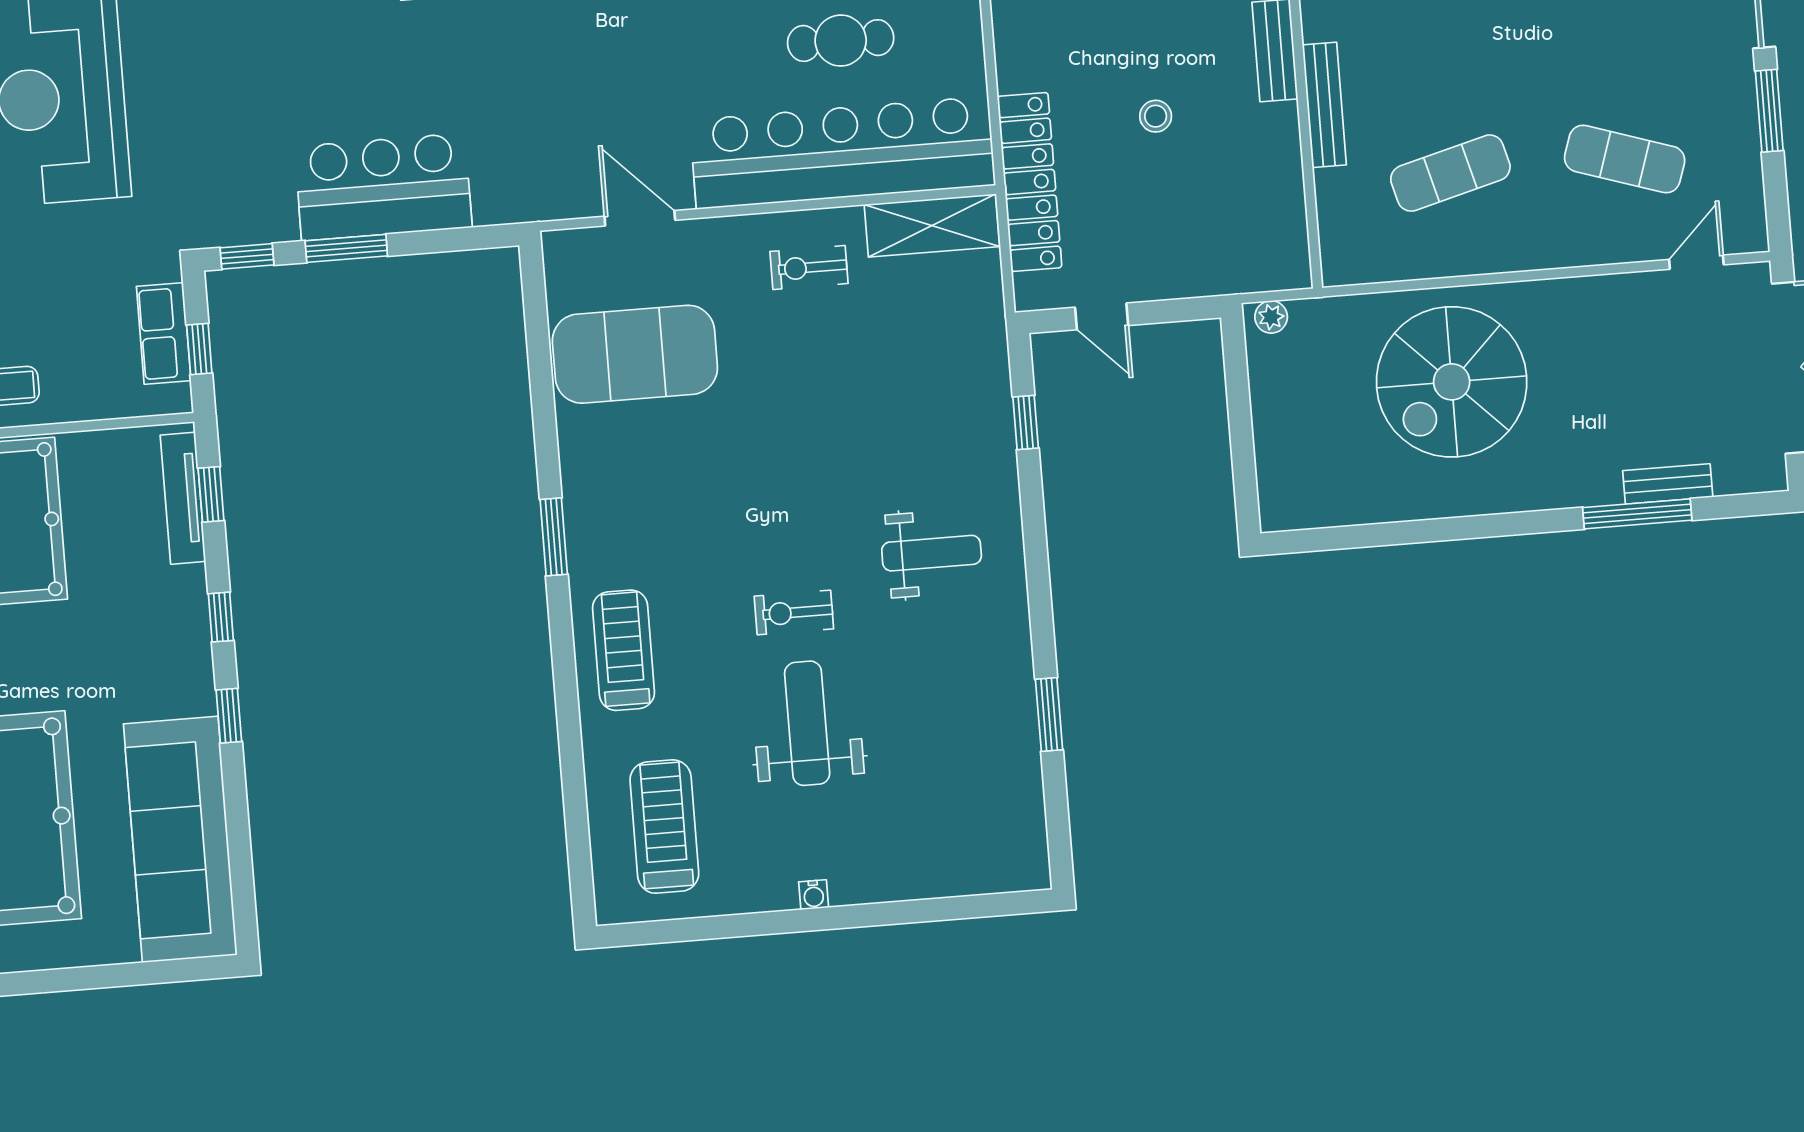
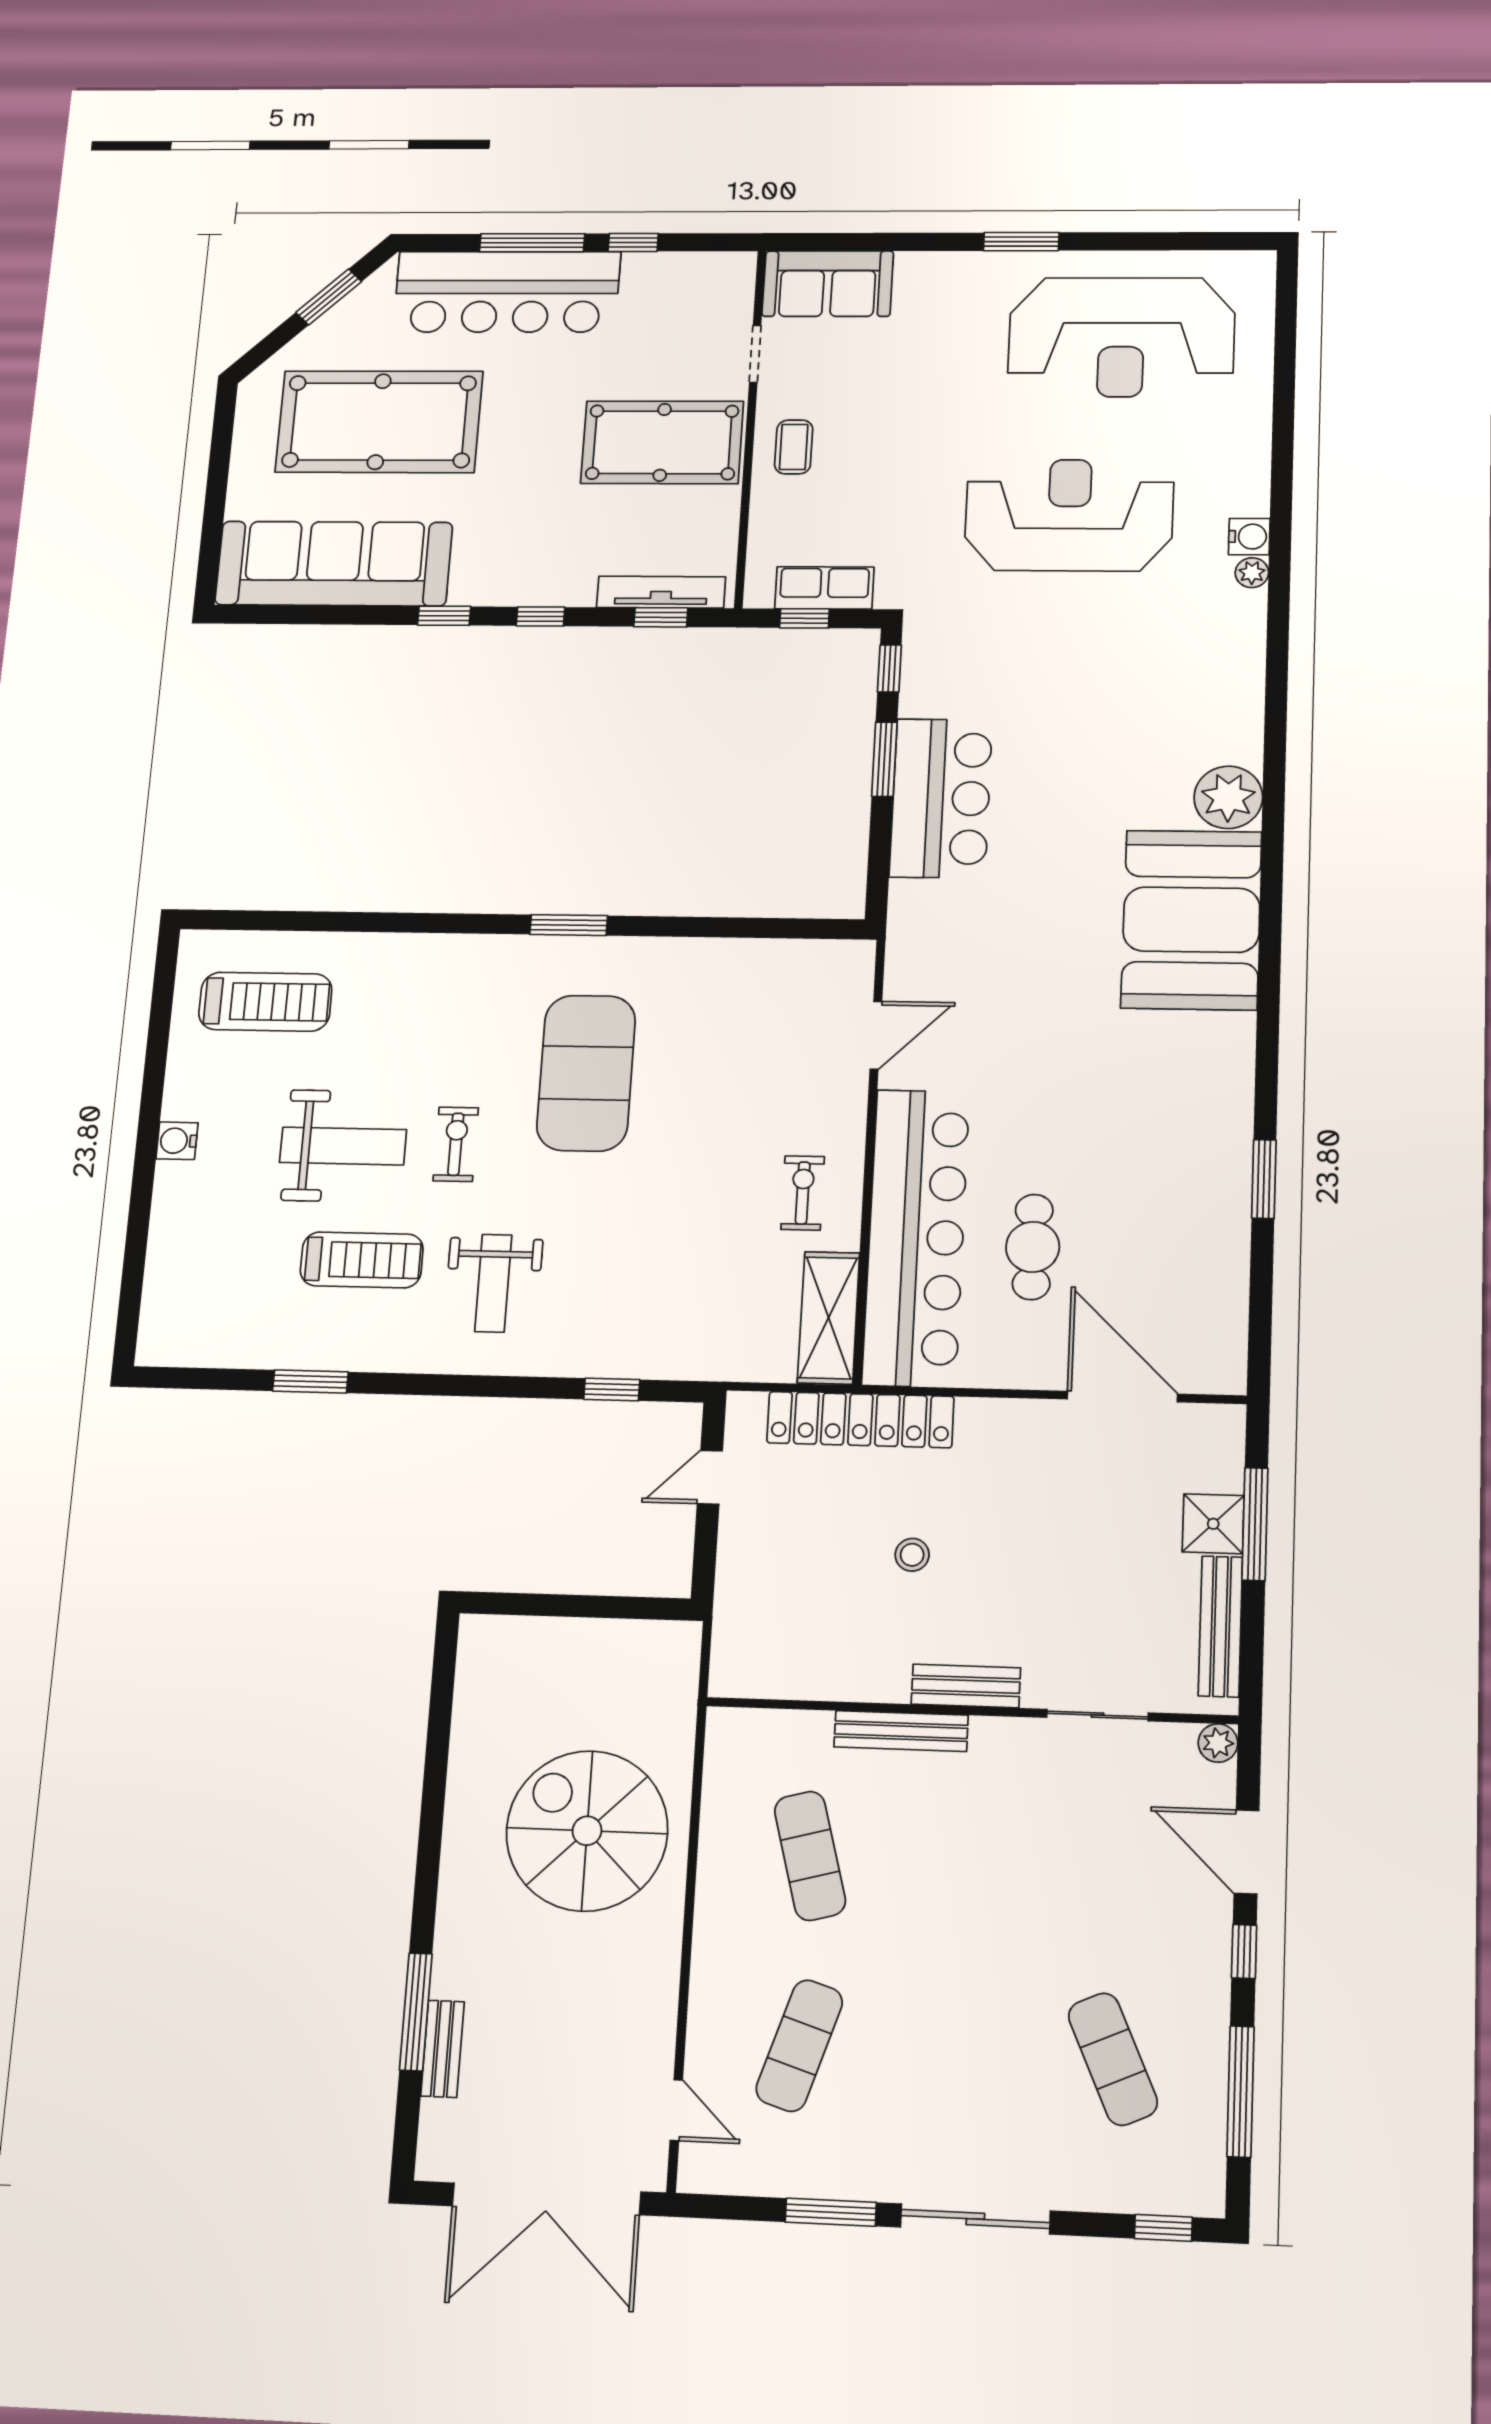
plant: (1271, 317) -> (684, 1650), removed
exercise mat: (635, 354) -> (586, 1073), moved
treadmill: (623, 650) -> (362, 1260), moved
water cooler: (814, 895) -> (177, 1141), width x1.38, depth x1.38

